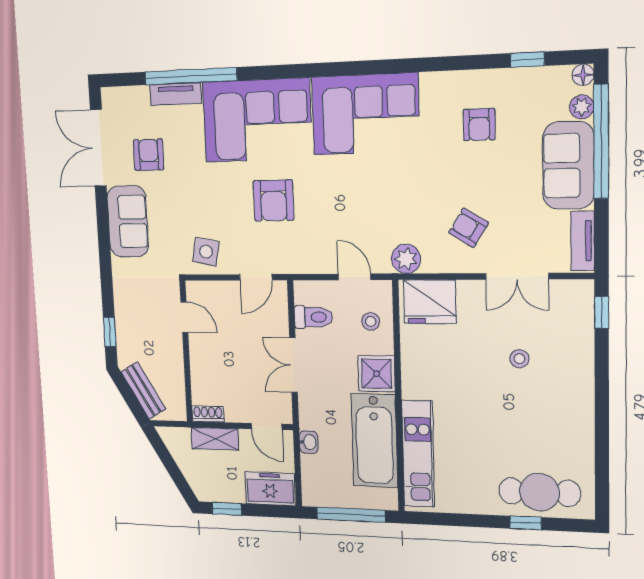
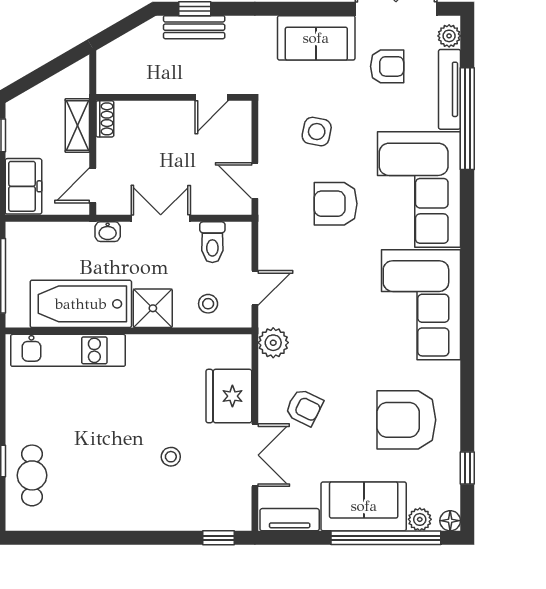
tv unit: (176, 94) -> (450, 89), width x1.41
plant: (119, 97) -> (449, 36), added
armchair: (479, 125) -> (406, 420), width x1.88, depth x1.88
armchair: (468, 228) -> (304, 407), turned 84
side table: (206, 252) -> (317, 132), moved
double door: (517, 276) -> (255, 455), swing flipped
fridge: (430, 302) -> (229, 396), moved
bench: (143, 391) -> (194, 27), moved, turned 30
washbasin: (309, 442) -> (108, 232), moved
cafe table: (540, 492) -> (32, 475), width x0.73, depth x0.74

